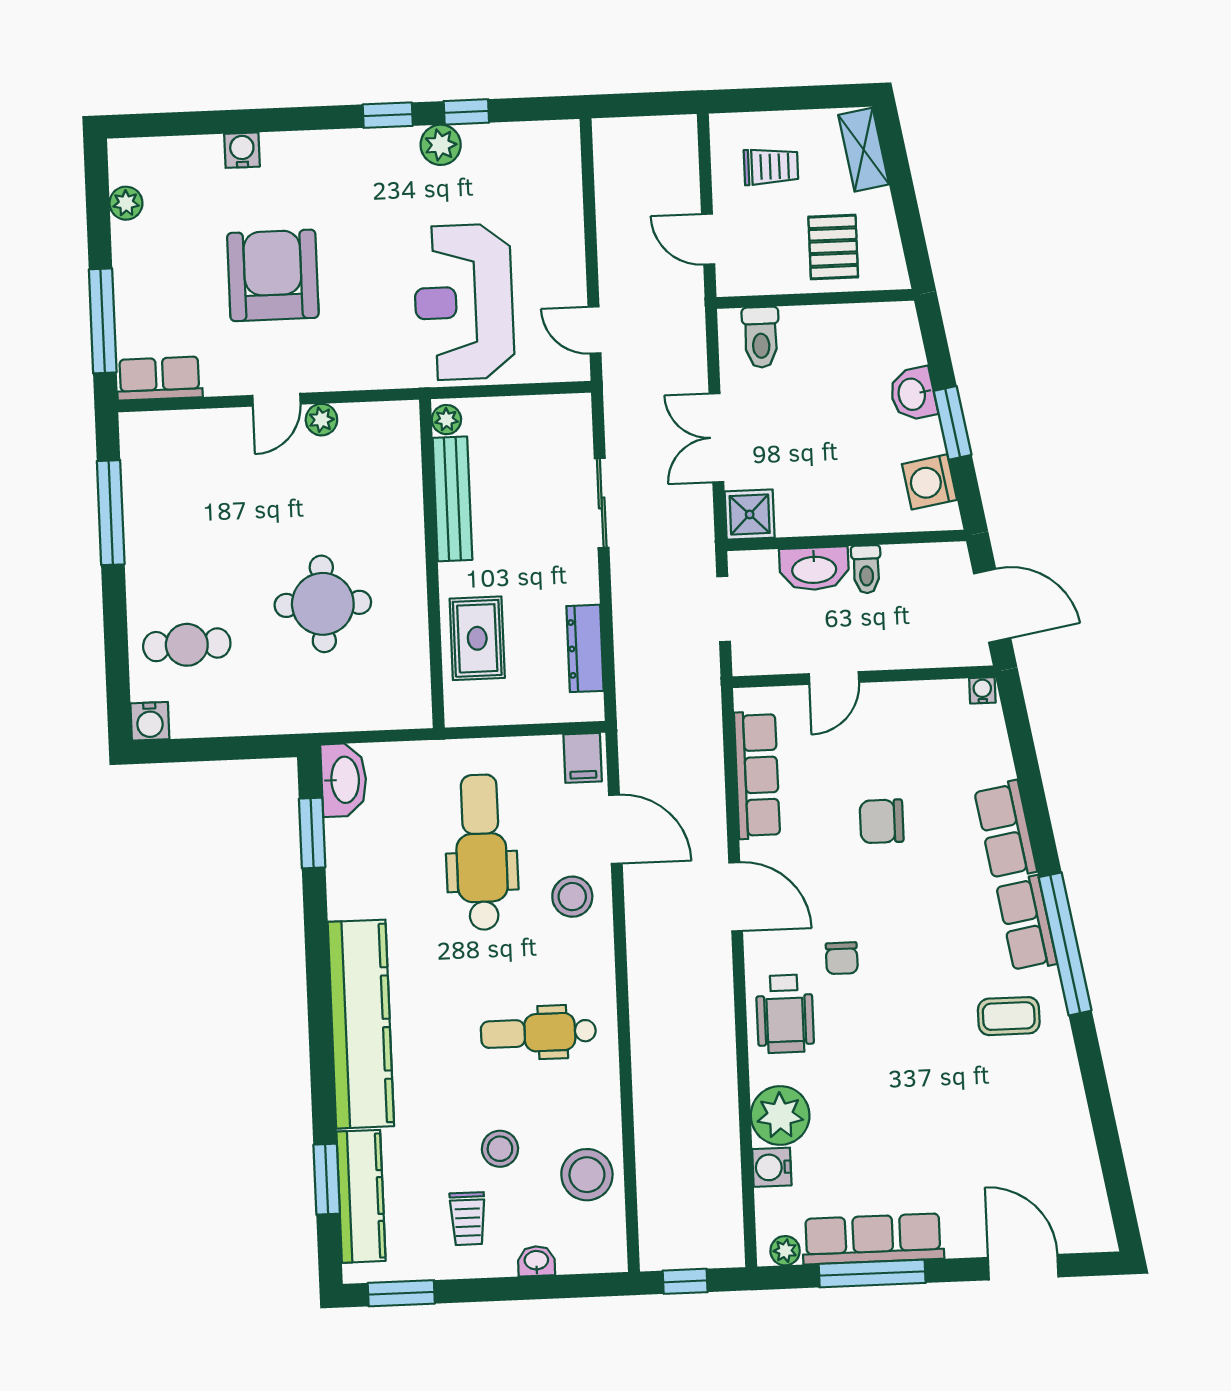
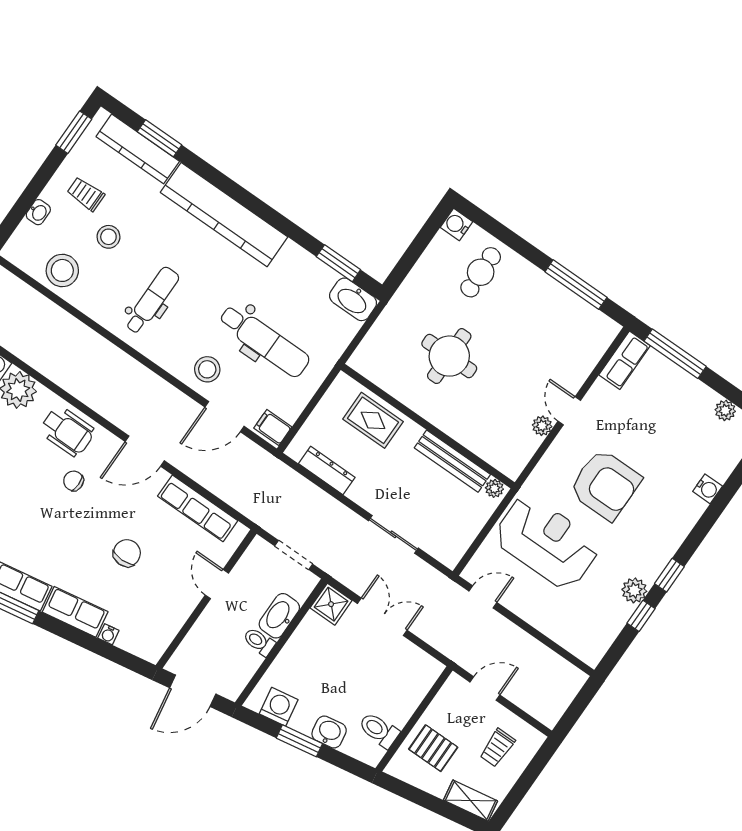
armchair: (273, 275) -> (605, 485), moved
toilet: (761, 337) -> (379, 730), moved
water cooler: (982, 690) -> (108, 634), moved, turned 80
wheelchair: (785, 1014) -> (67, 431), turned 180

